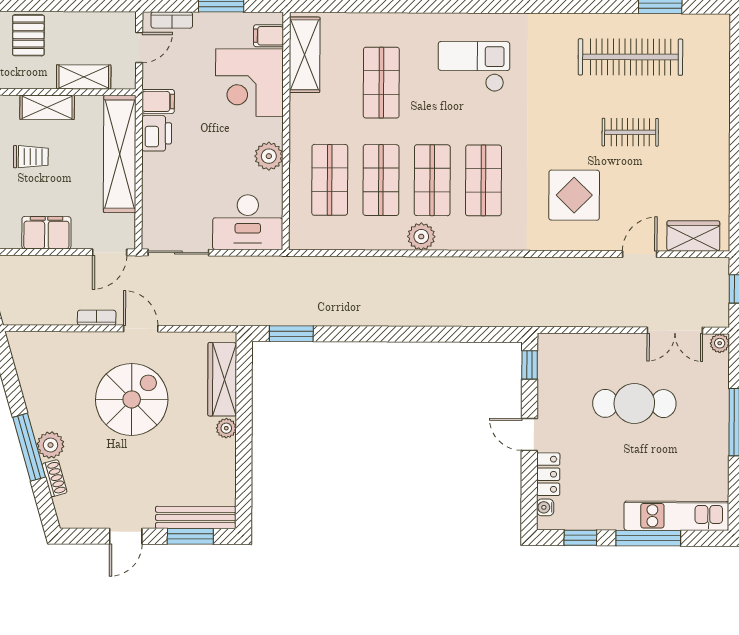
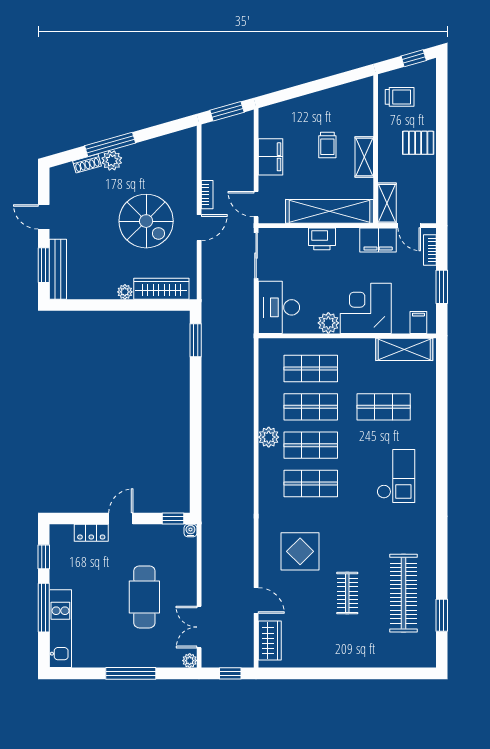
shelving: (84, 77) -> (387, 203), moved
corner desk: (249, 83) -> (366, 308), moved
filing cabinet: (158, 101) -> (378, 240), width x2.00
printer: (157, 133) -> (322, 239), moved
water cooler: (545, 507) -> (190, 531), moved

